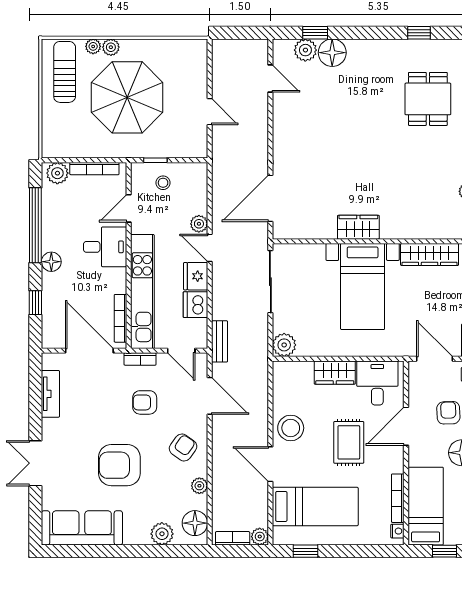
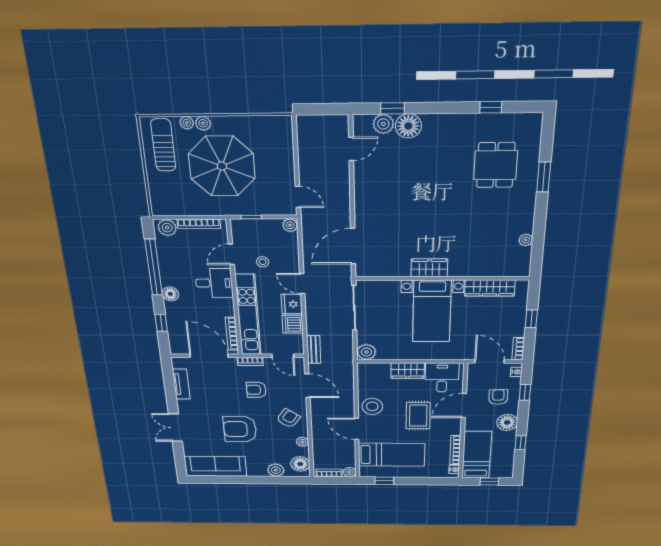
door: (270, 79) -> (351, 149), hinge flipped
door: (210, 112) -> (298, 197), moved
stool: (163, 183) -> (263, 262), moved
plant: (199, 224) -> (290, 225), moved

